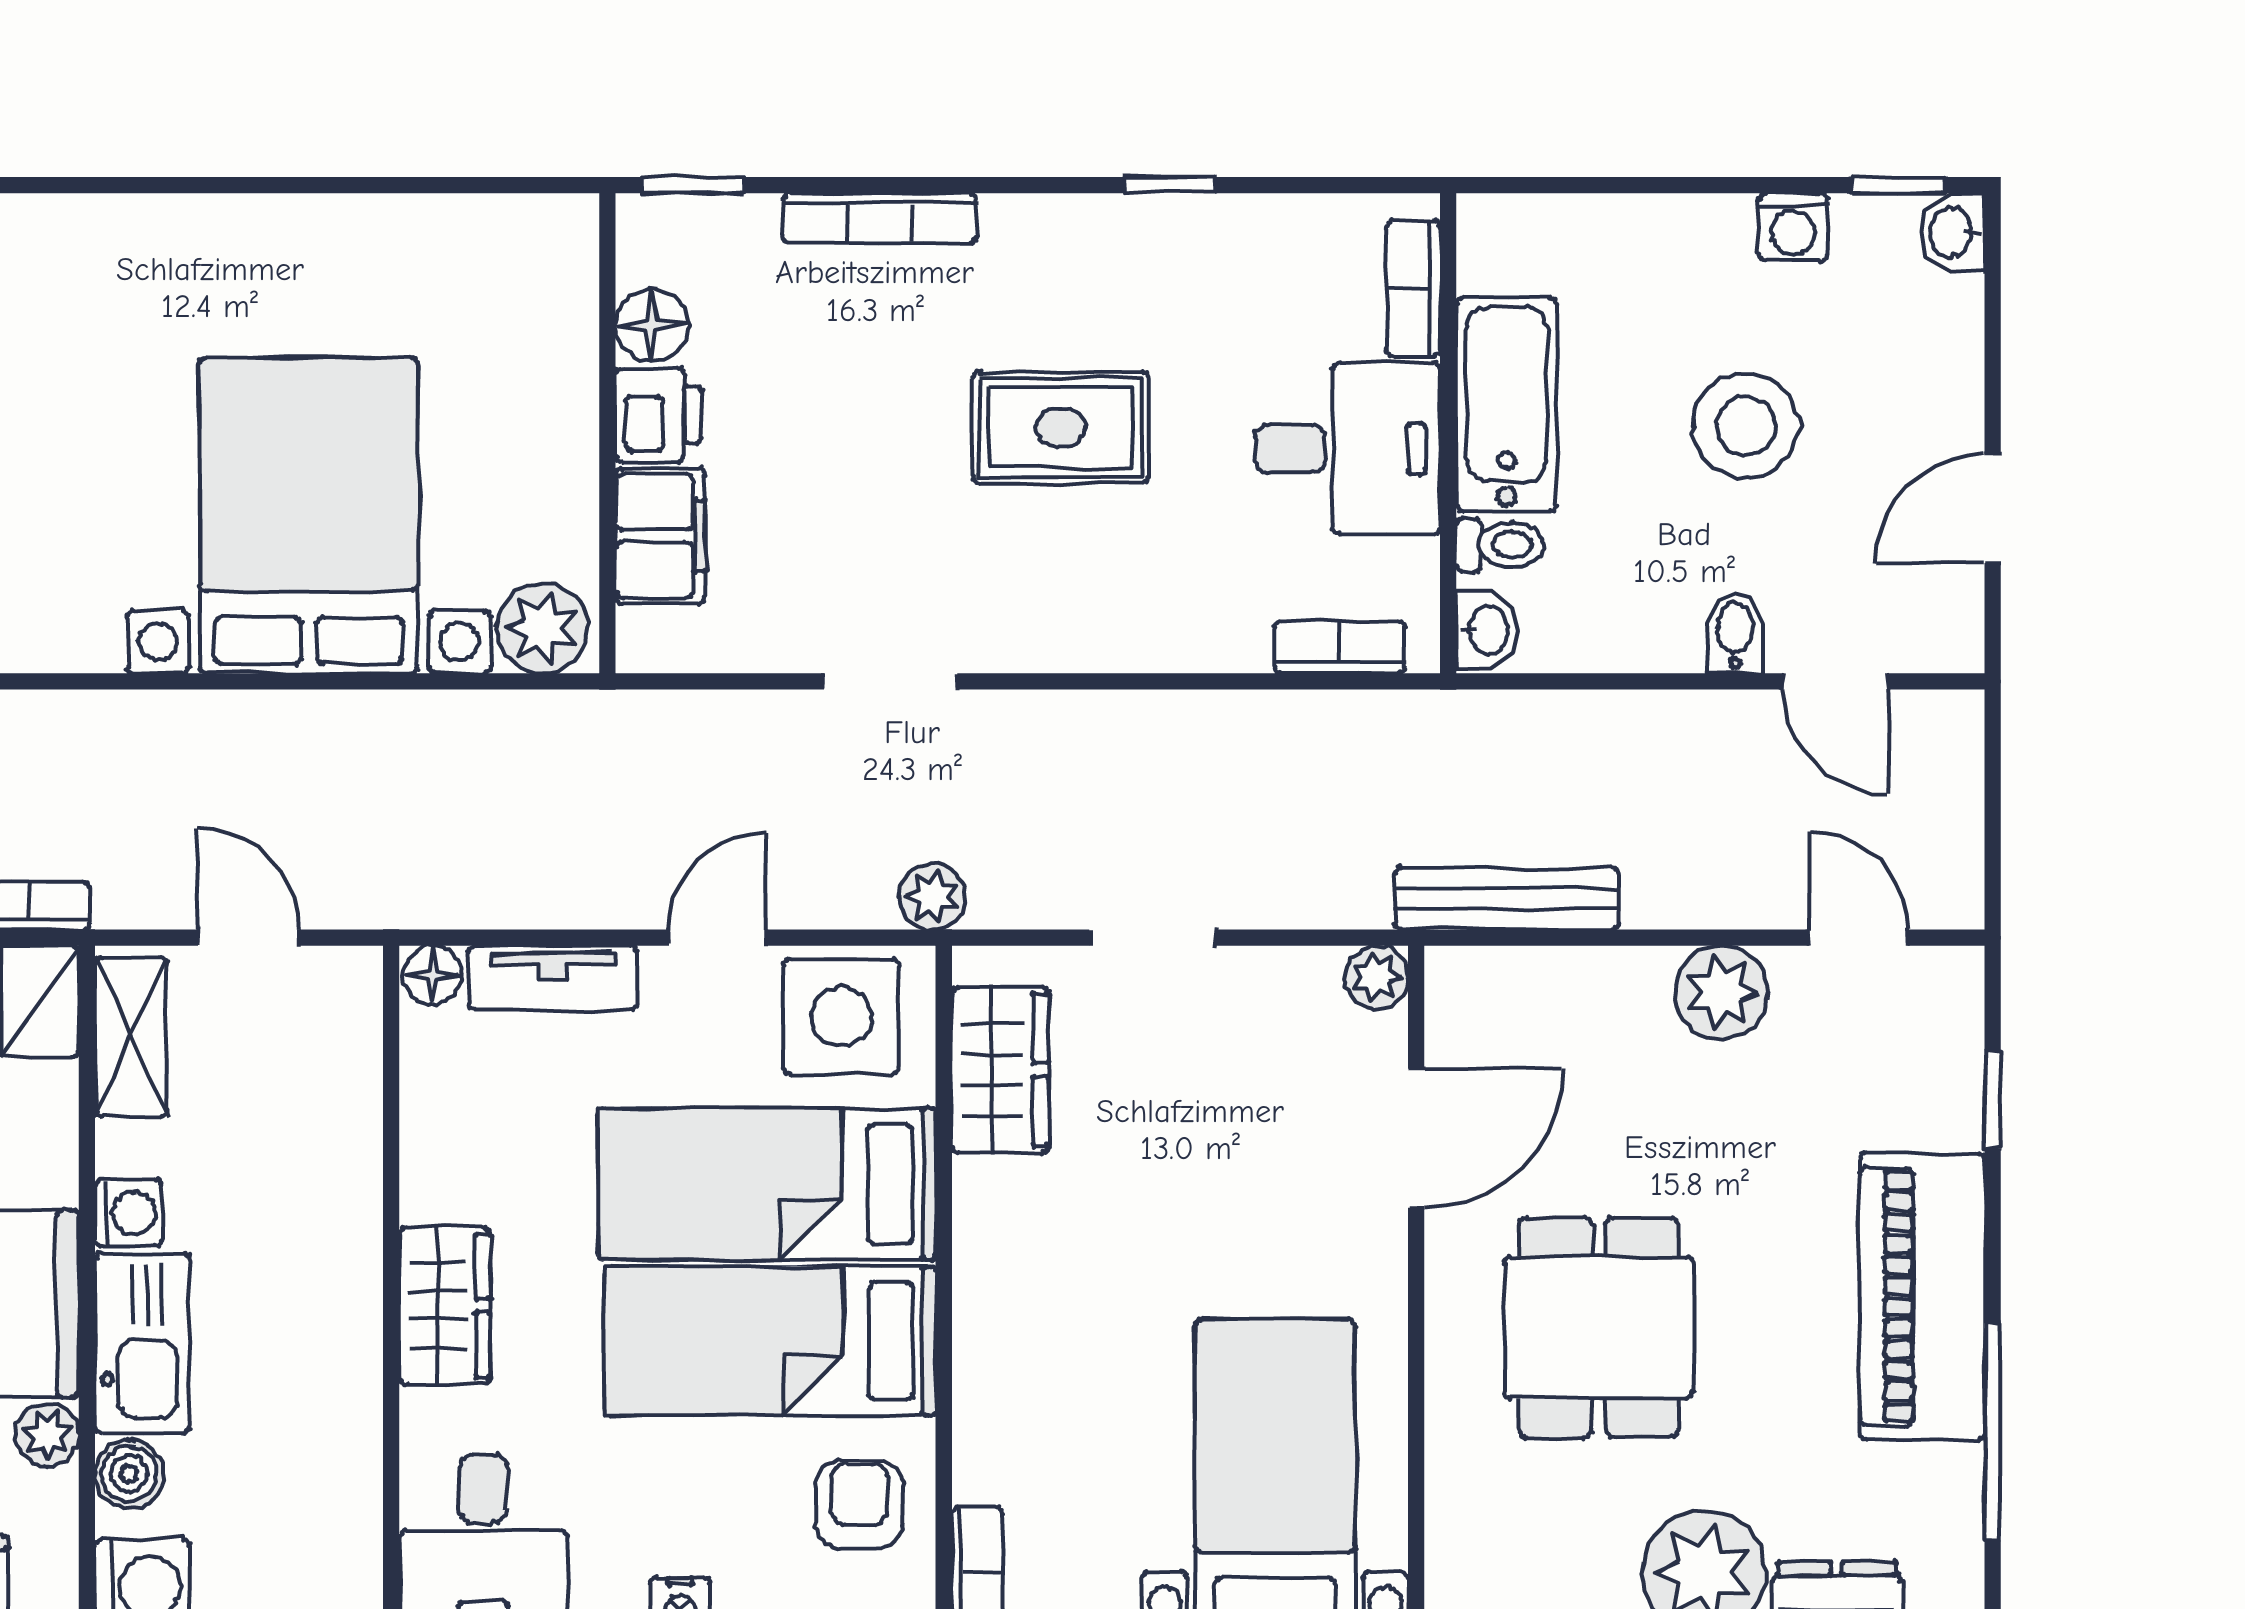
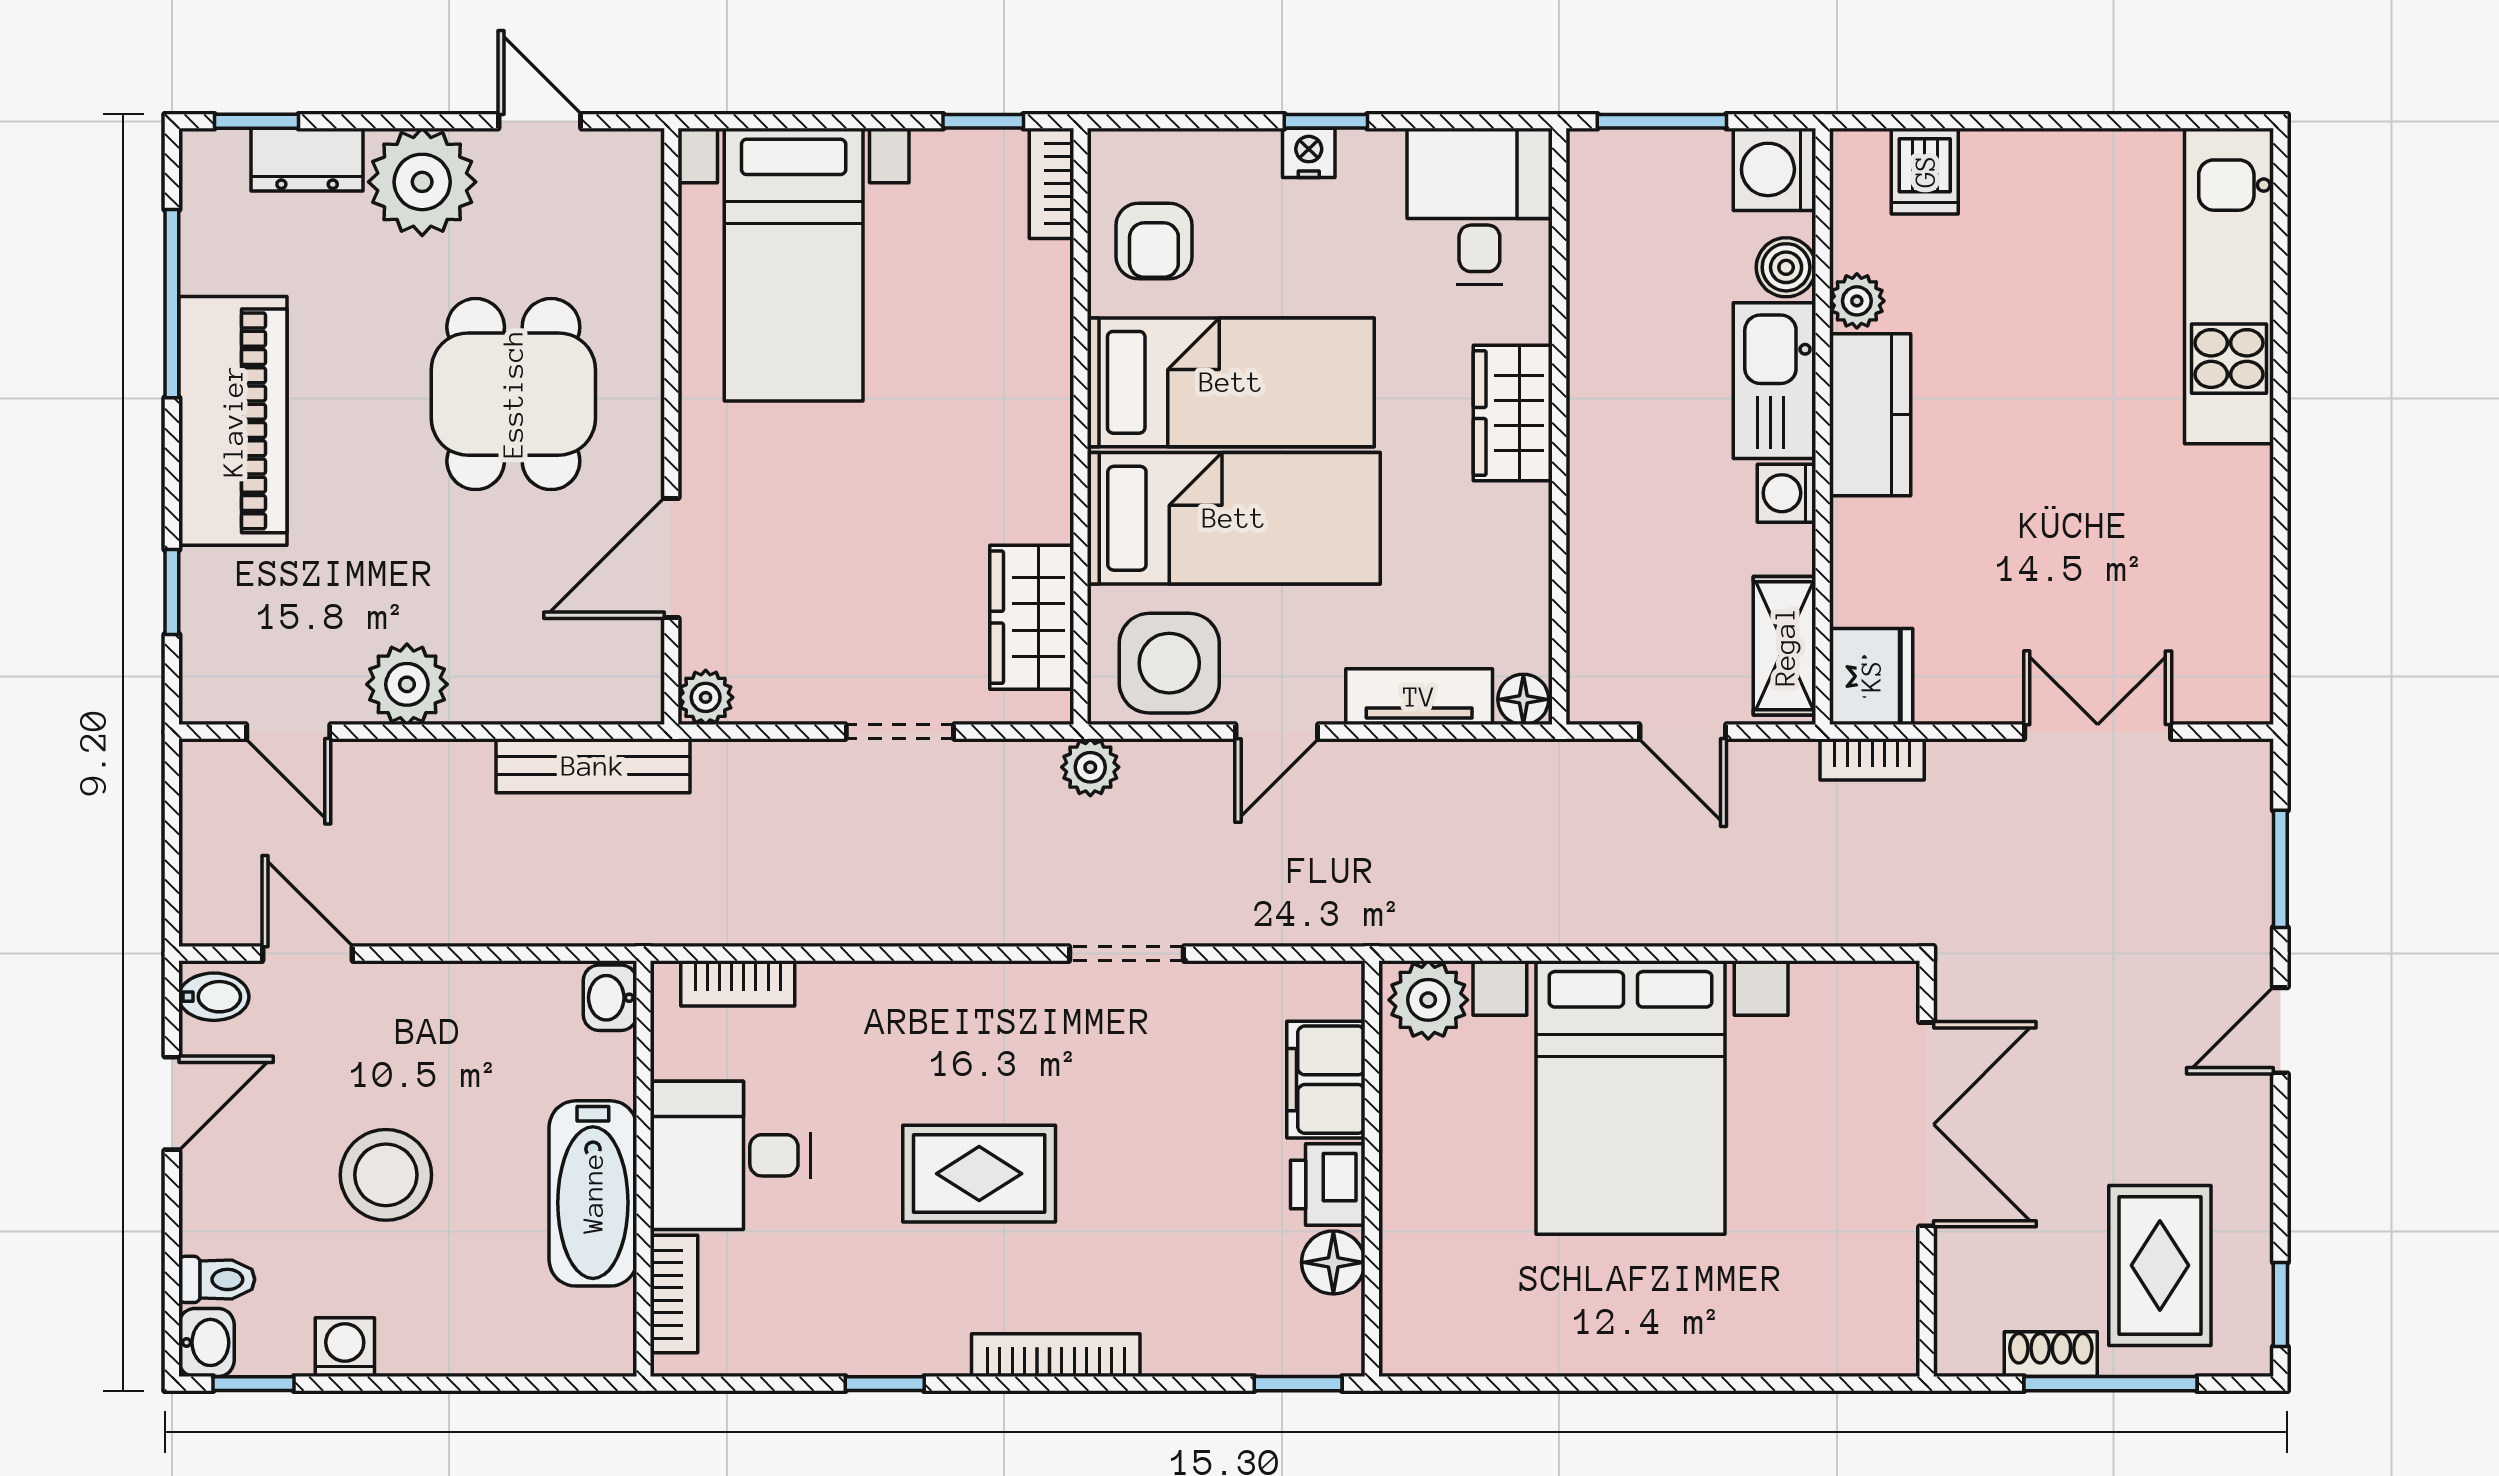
bookcase: (880, 218) -> (1056, 1355), moved
toilet: (1500, 545) -> (217, 1279), moved, turned 180
bidet: (1735, 633) -> (214, 997), moved, turned -90

